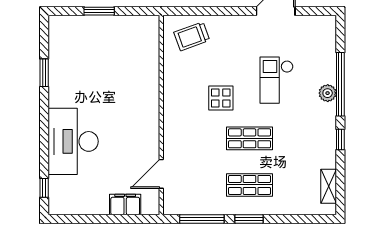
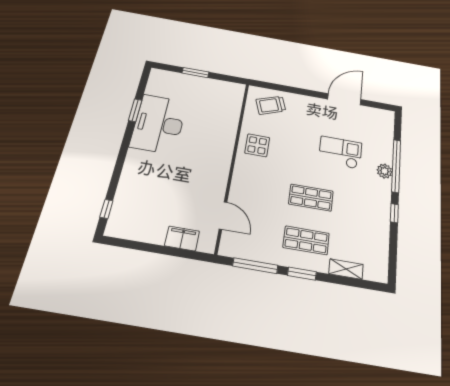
checkout: (277, 80) -> (340, 152), turned 90
display table: (221, 98) -> (257, 145), moved
desk: (73, 141) -> (159, 124), moved
door: (161, 174) -> (223, 215), swing flipped
shelving: (329, 186) -> (346, 269), moved, turned 90

